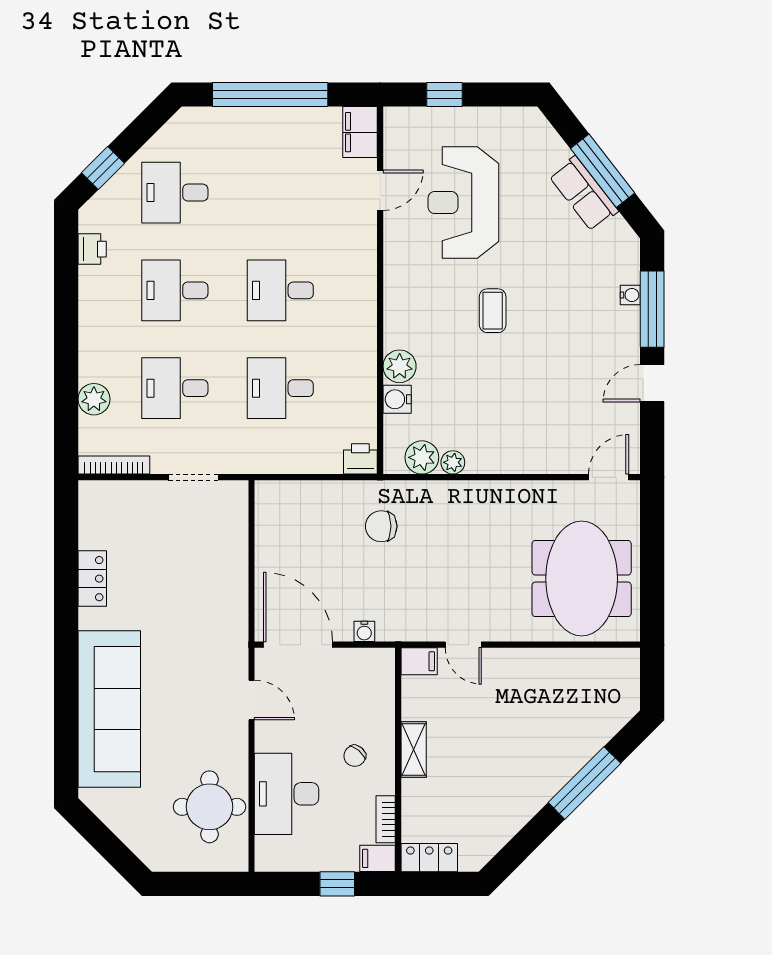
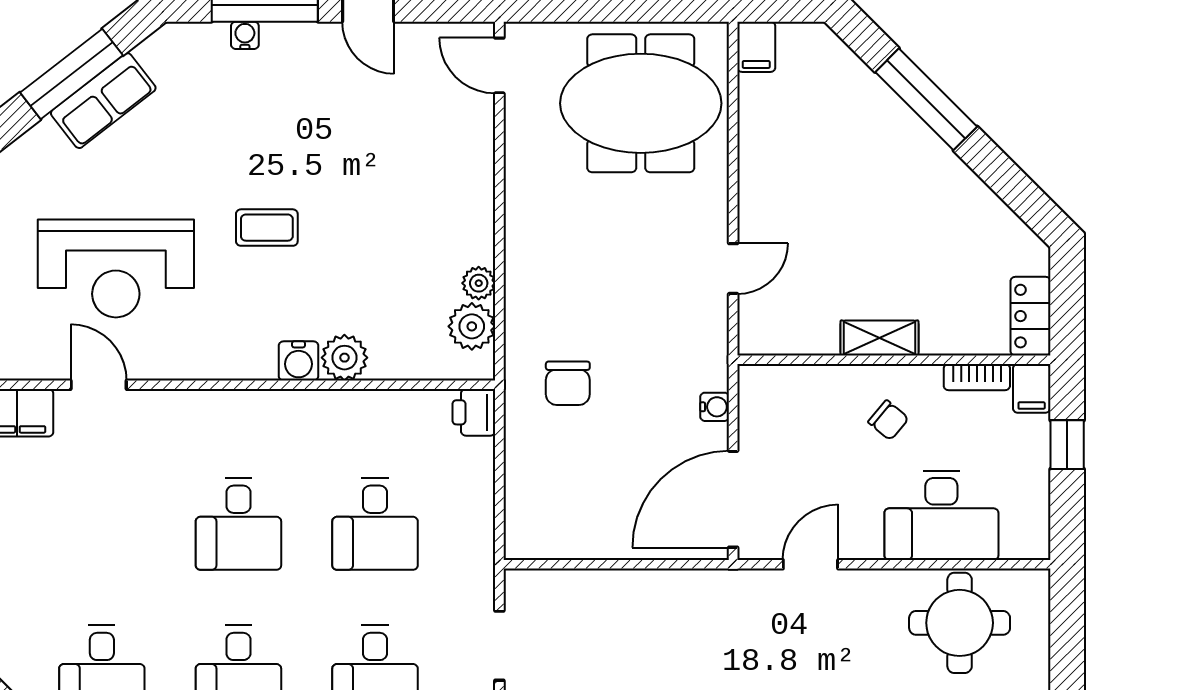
water cooler: (397, 399) -> (299, 361), moved
filing cabinet: (419, 661) -> (756, 47), moved, turned 180

